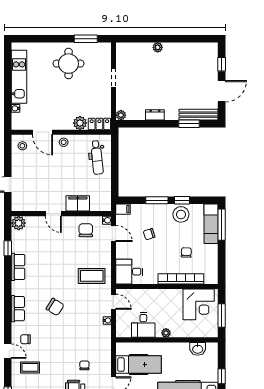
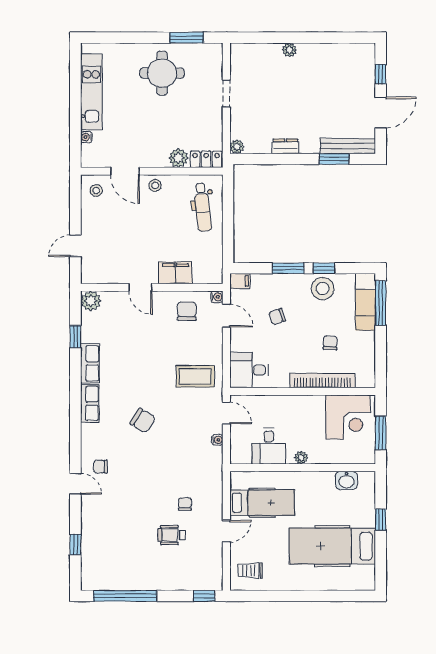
row of seats: (18, 309) -> (90, 403), moved
coffee table: (30, 367) -> (107, 507), removed

